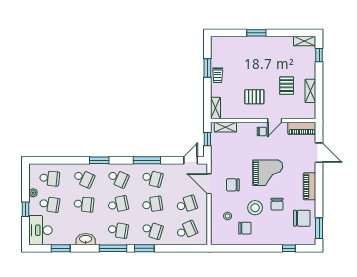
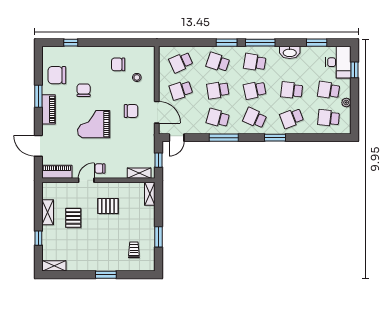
window: (319, 55) -> (38, 238), moved
trolley: (218, 75) -> (134, 250), moved
school desk: (84, 178) -> (292, 118), turned -45
stool: (255, 208) -> (107, 86), removed
window: (25, 209) -> (355, 70), moved
window: (319, 228) -> (38, 96), moved

